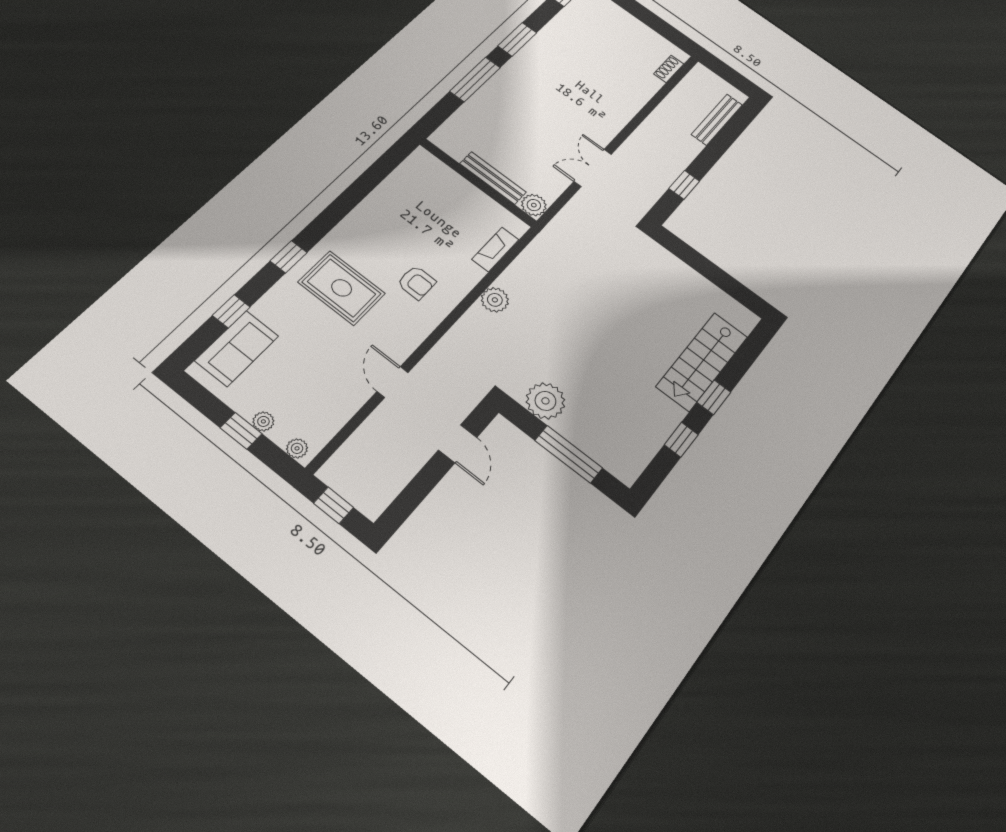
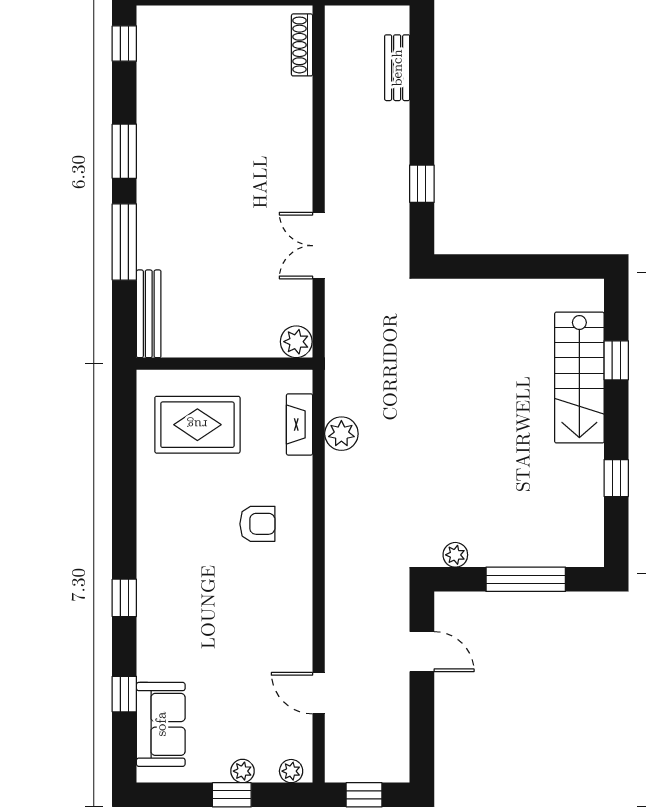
shoe rack: (669, 69) -> (302, 45), width x1.43
bench: (717, 120) -> (397, 68), width x0.73
bench: (493, 178) -> (149, 314), moved, turned 90
rug: (342, 288) -> (197, 425), moved
plant: (495, 300) -> (341, 434), moved
door: (393, 382) -> (319, 693), moved
window: (714, 397) -> (616, 360), moved
plant: (545, 401) -> (455, 555), width x0.53, depth x0.53

